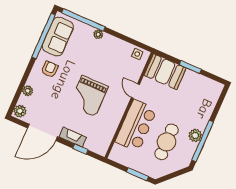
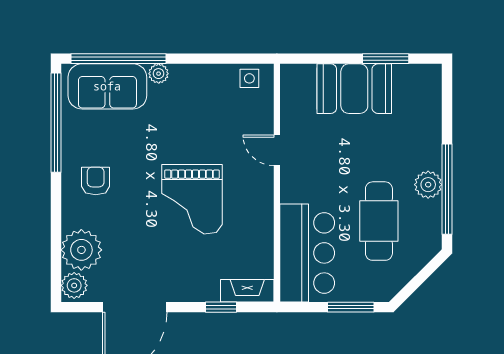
sofa: (58, 37) -> (107, 86), moved, turned 90
window: (190, 67) -> (386, 59), moved
booth: (165, 72) -> (354, 89), moved
plant: (28, 91) -> (81, 250), width x1.87, depth x1.87
bar counter: (136, 125) -> (307, 253), moved
fireplace: (73, 137) -> (247, 291), moved

